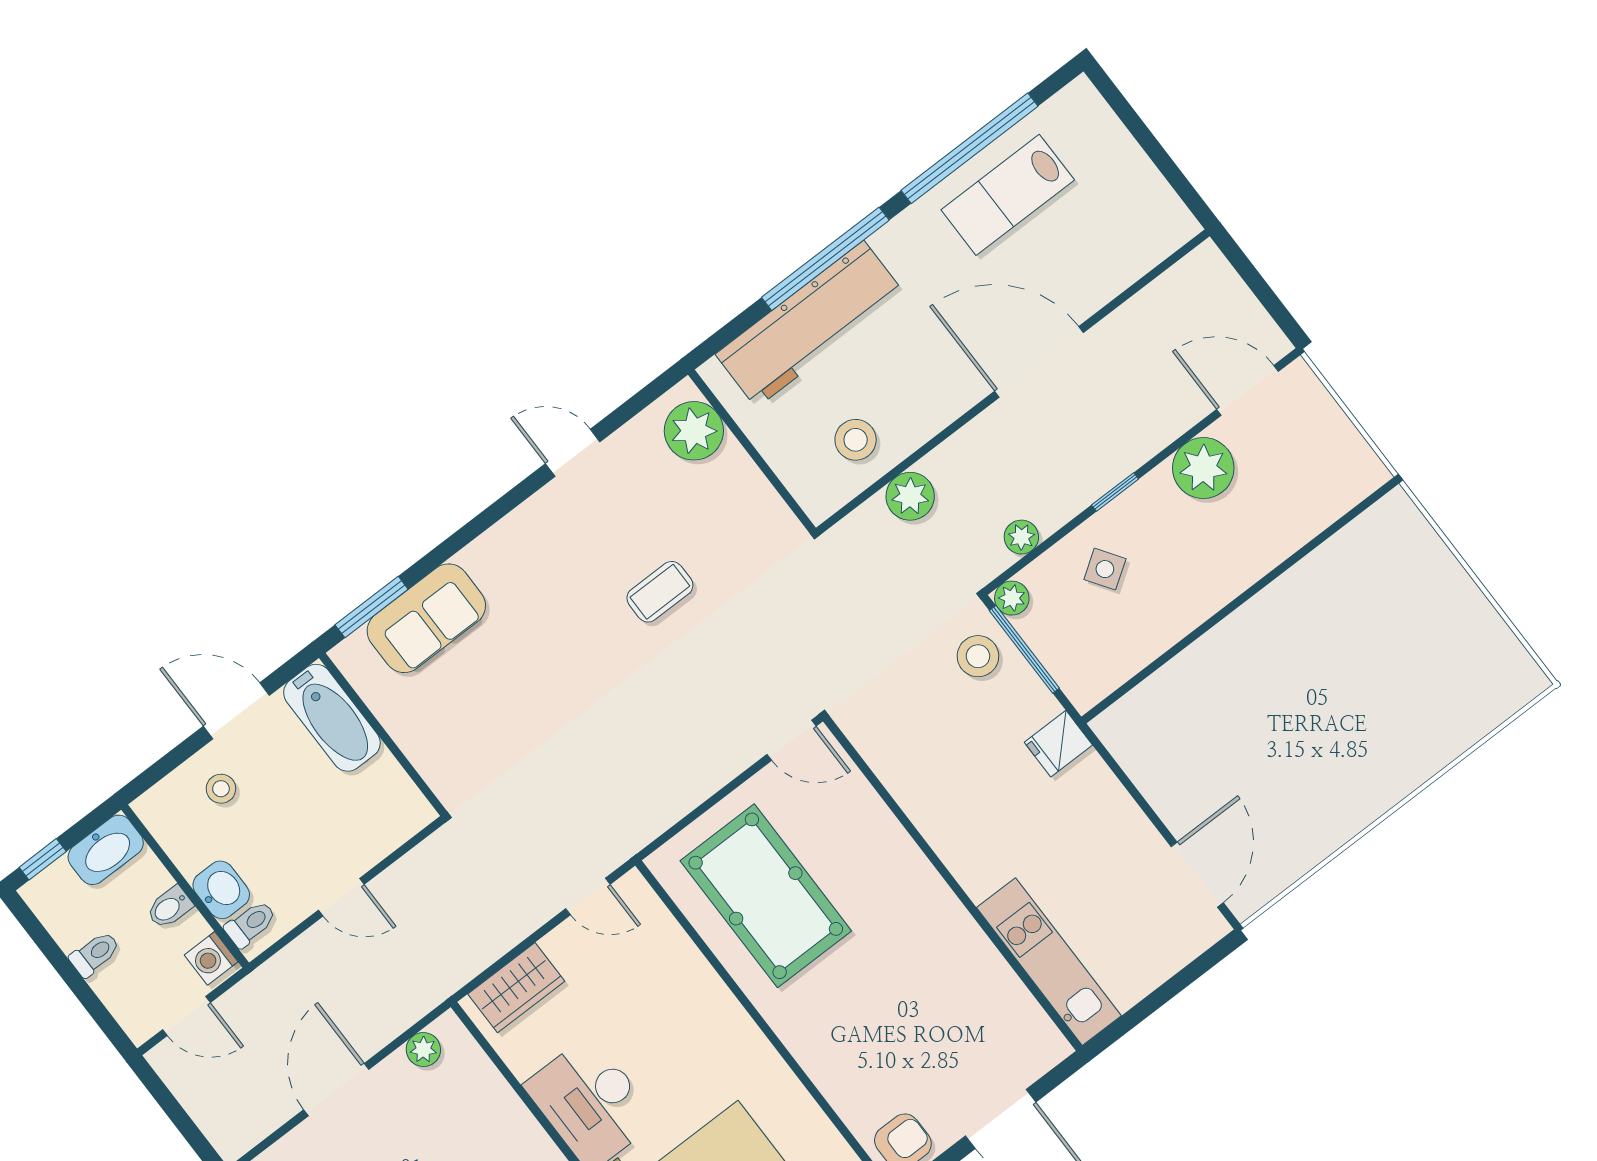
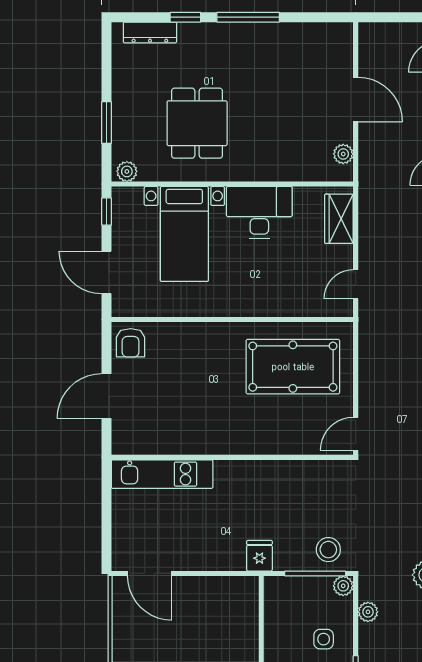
side table: (1105, 569) -> (324, 639), turned 34

